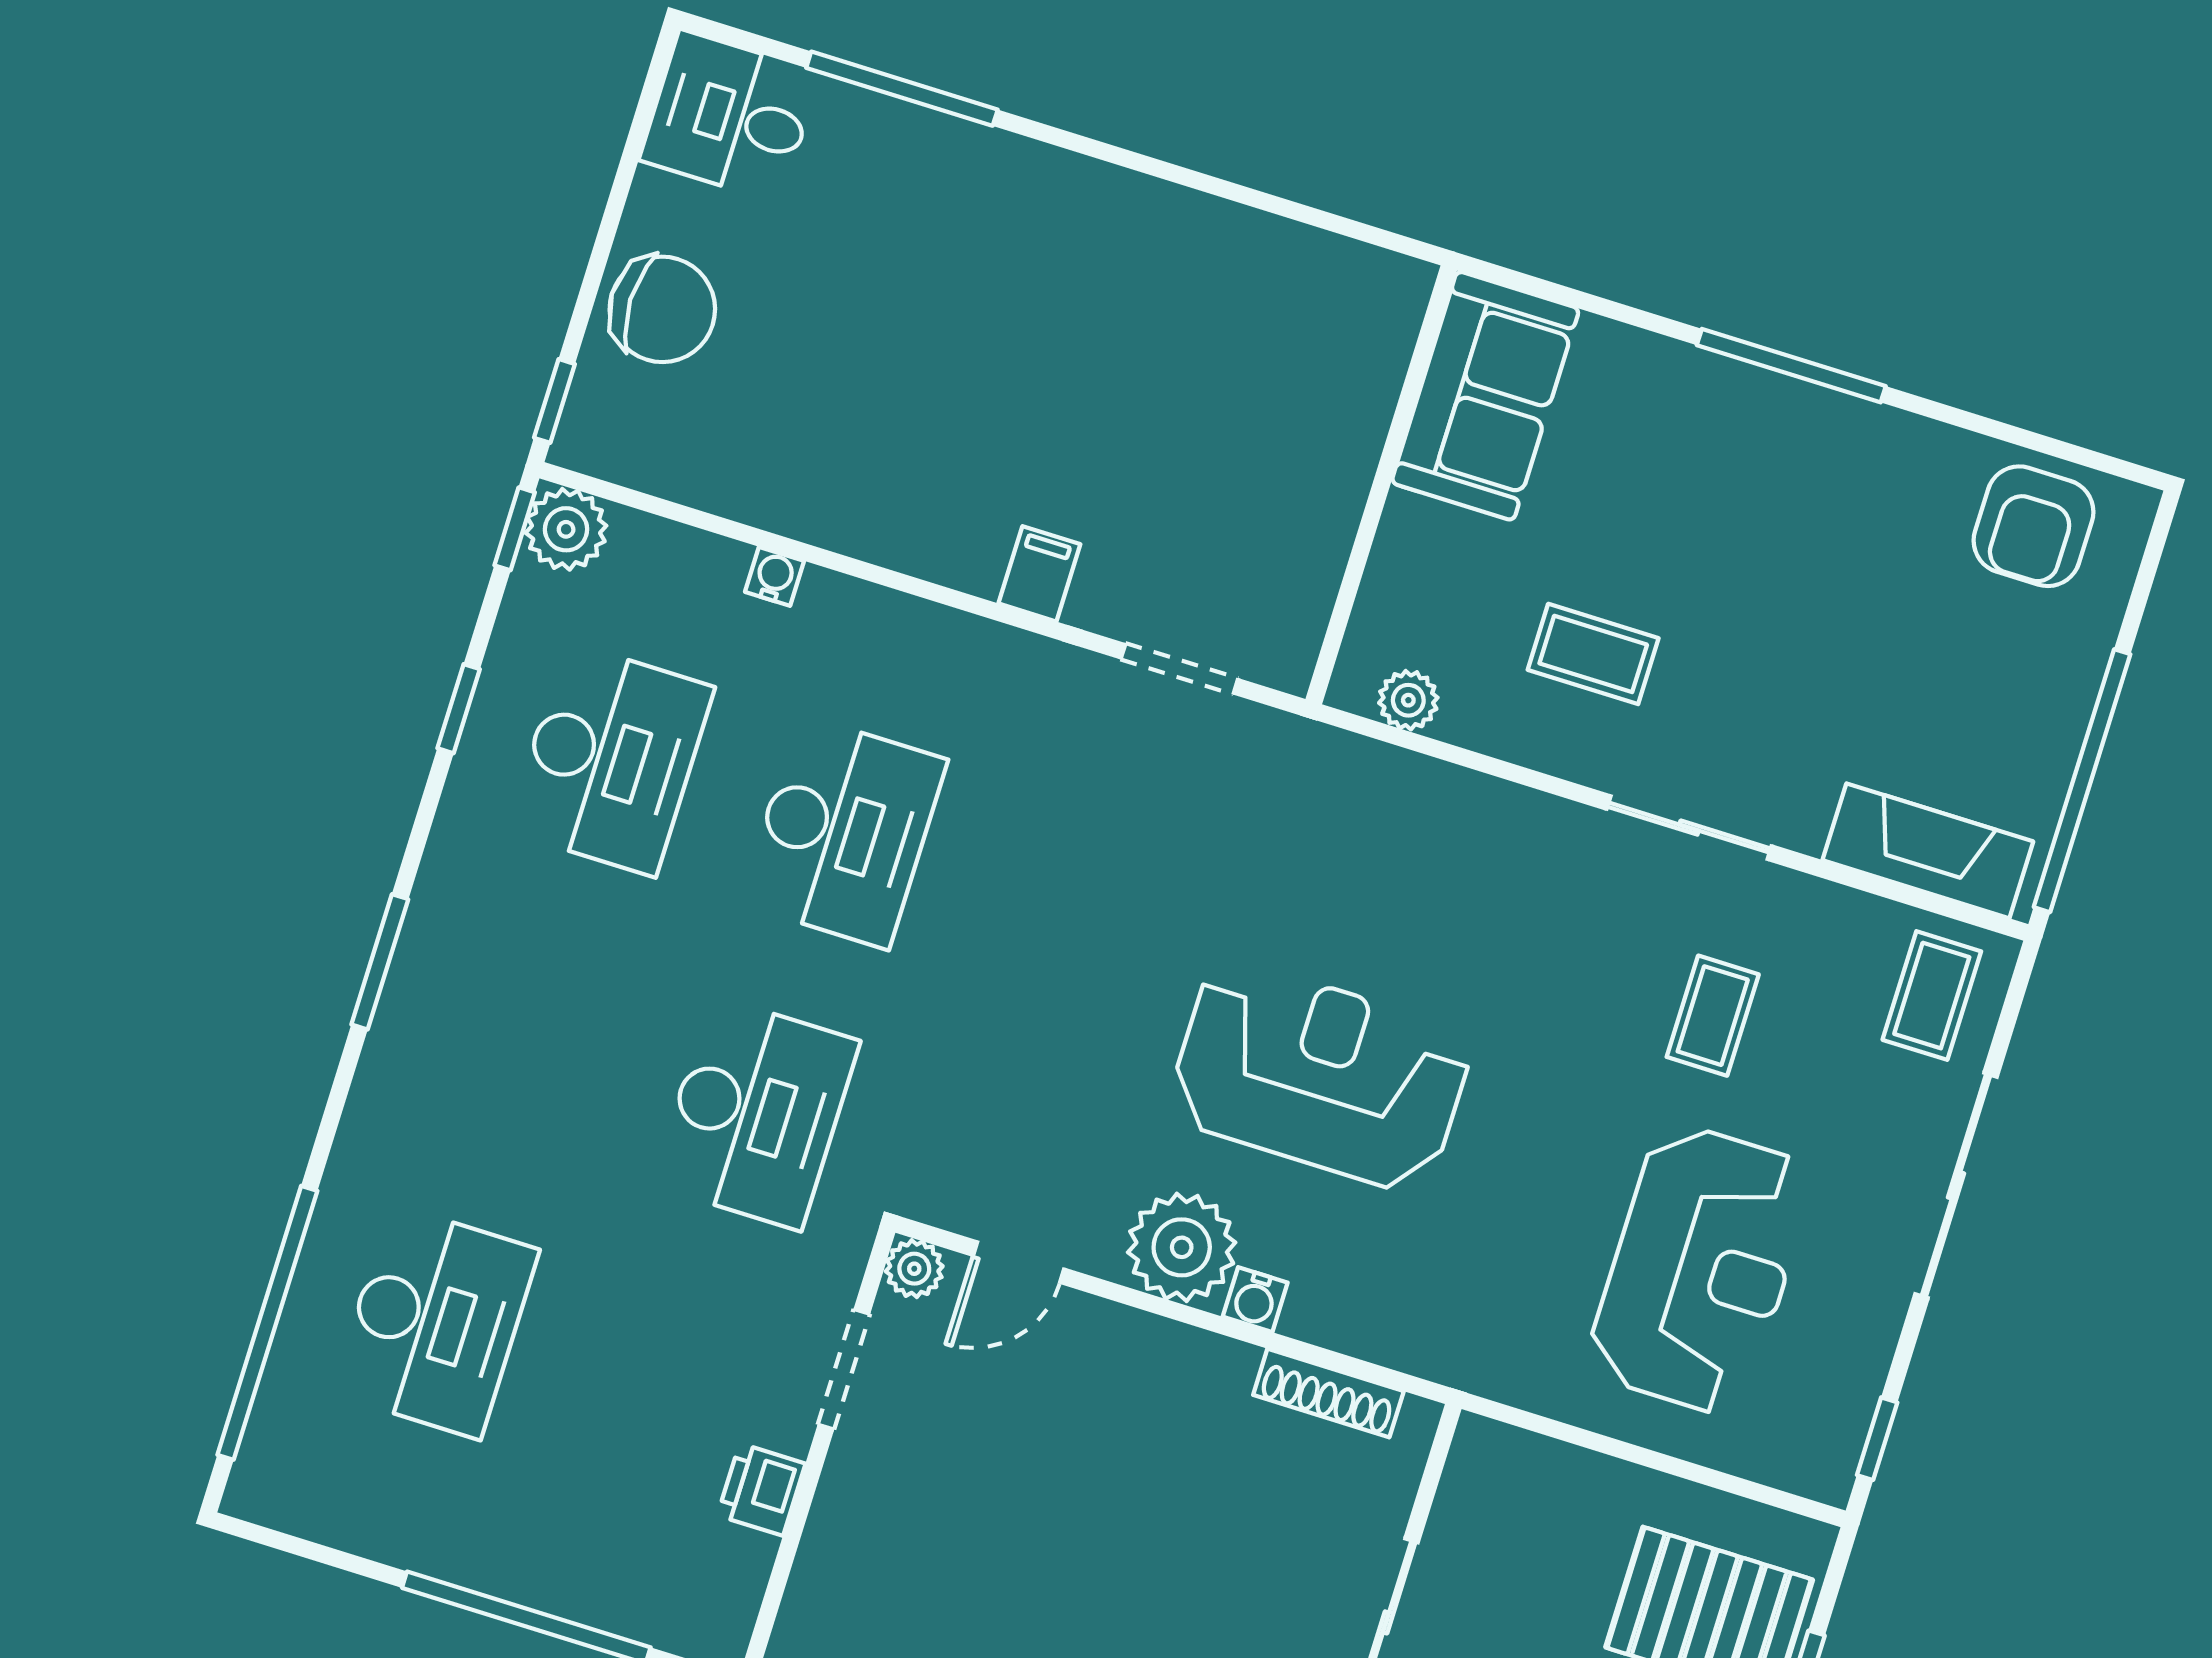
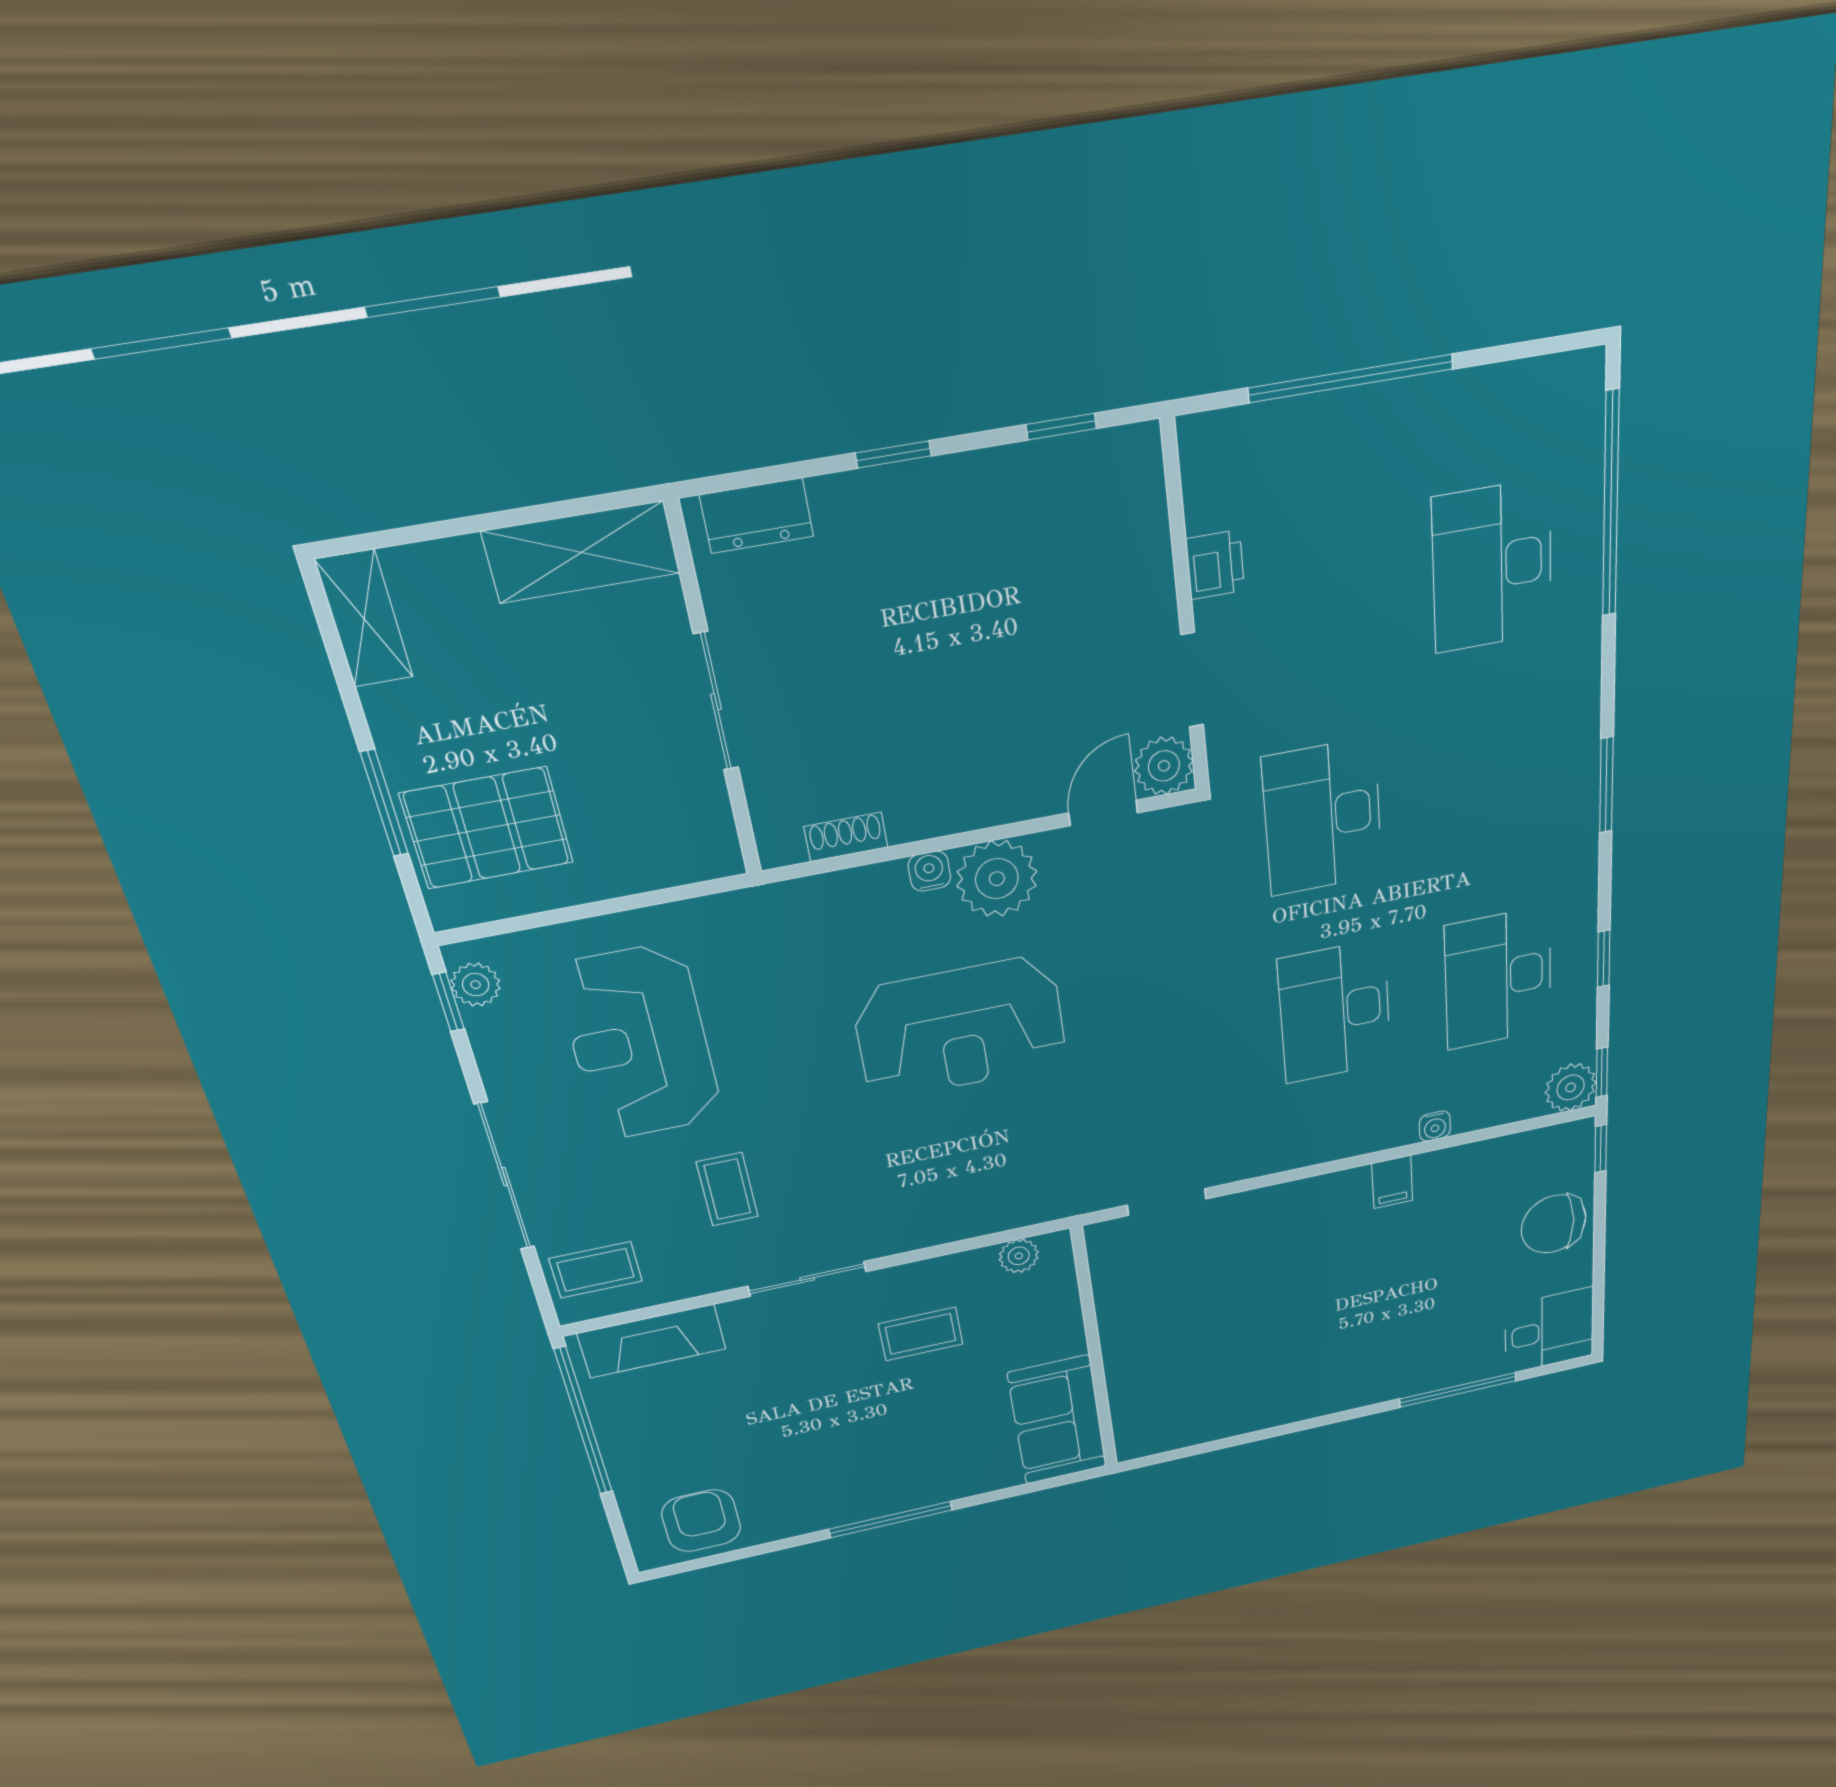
filing cabinet: (1039, 574) -> (1392, 1182), moved
coffee table: (1932, 996) -> (596, 1270), turned 90
plant: (914, 1269) -> (1164, 766), width x1.38, depth x1.38
shoe rack: (1328, 1393) -> (846, 837), width x0.70
plant: (1835, 1443) -> (476, 985), added

